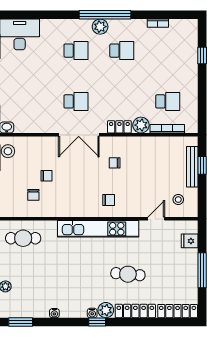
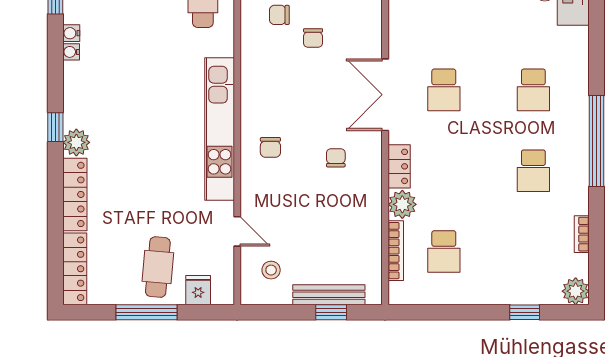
plant: (100, 27) -> (576, 291), moved
cafe table: (128, 274) -> (158, 267), moved
water cooler: (92, 313) -> (71, 33), moved

